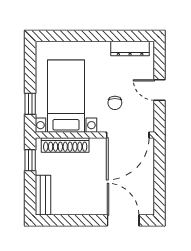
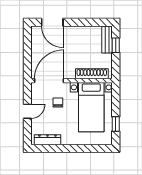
door: (159, 90) -> (27, 111), hinge flipped
window: (30, 104) -> (116, 124), moved
window: (30, 160) -> (116, 45), moved

